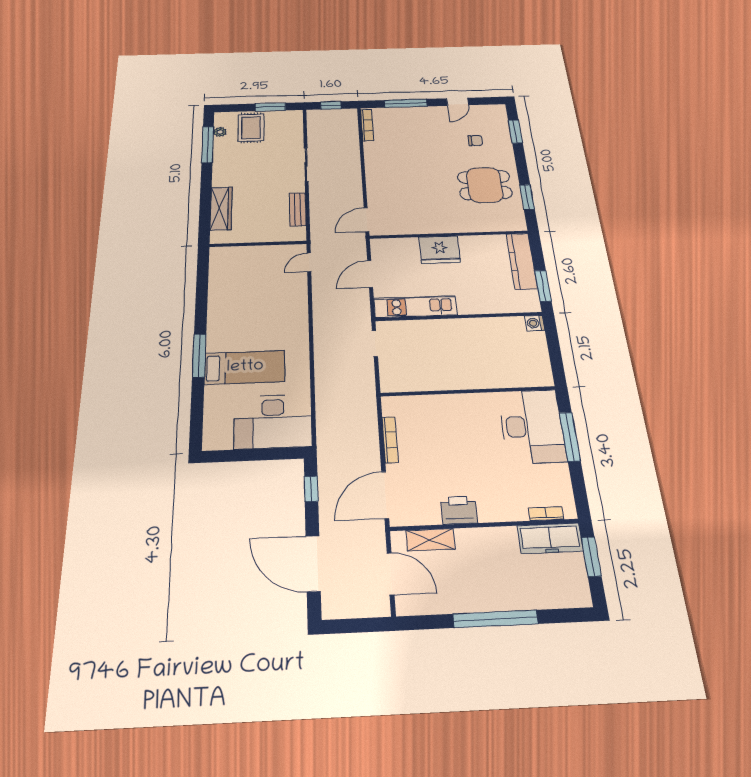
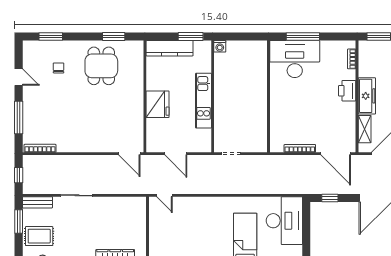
bench: (298, 209) -> (37, 202), moved
kitchen unit: (415, 307) -> (203, 101), moved
printer: (459, 510) -> (347, 91), moved
freezer: (550, 538) -> (367, 96), moved

